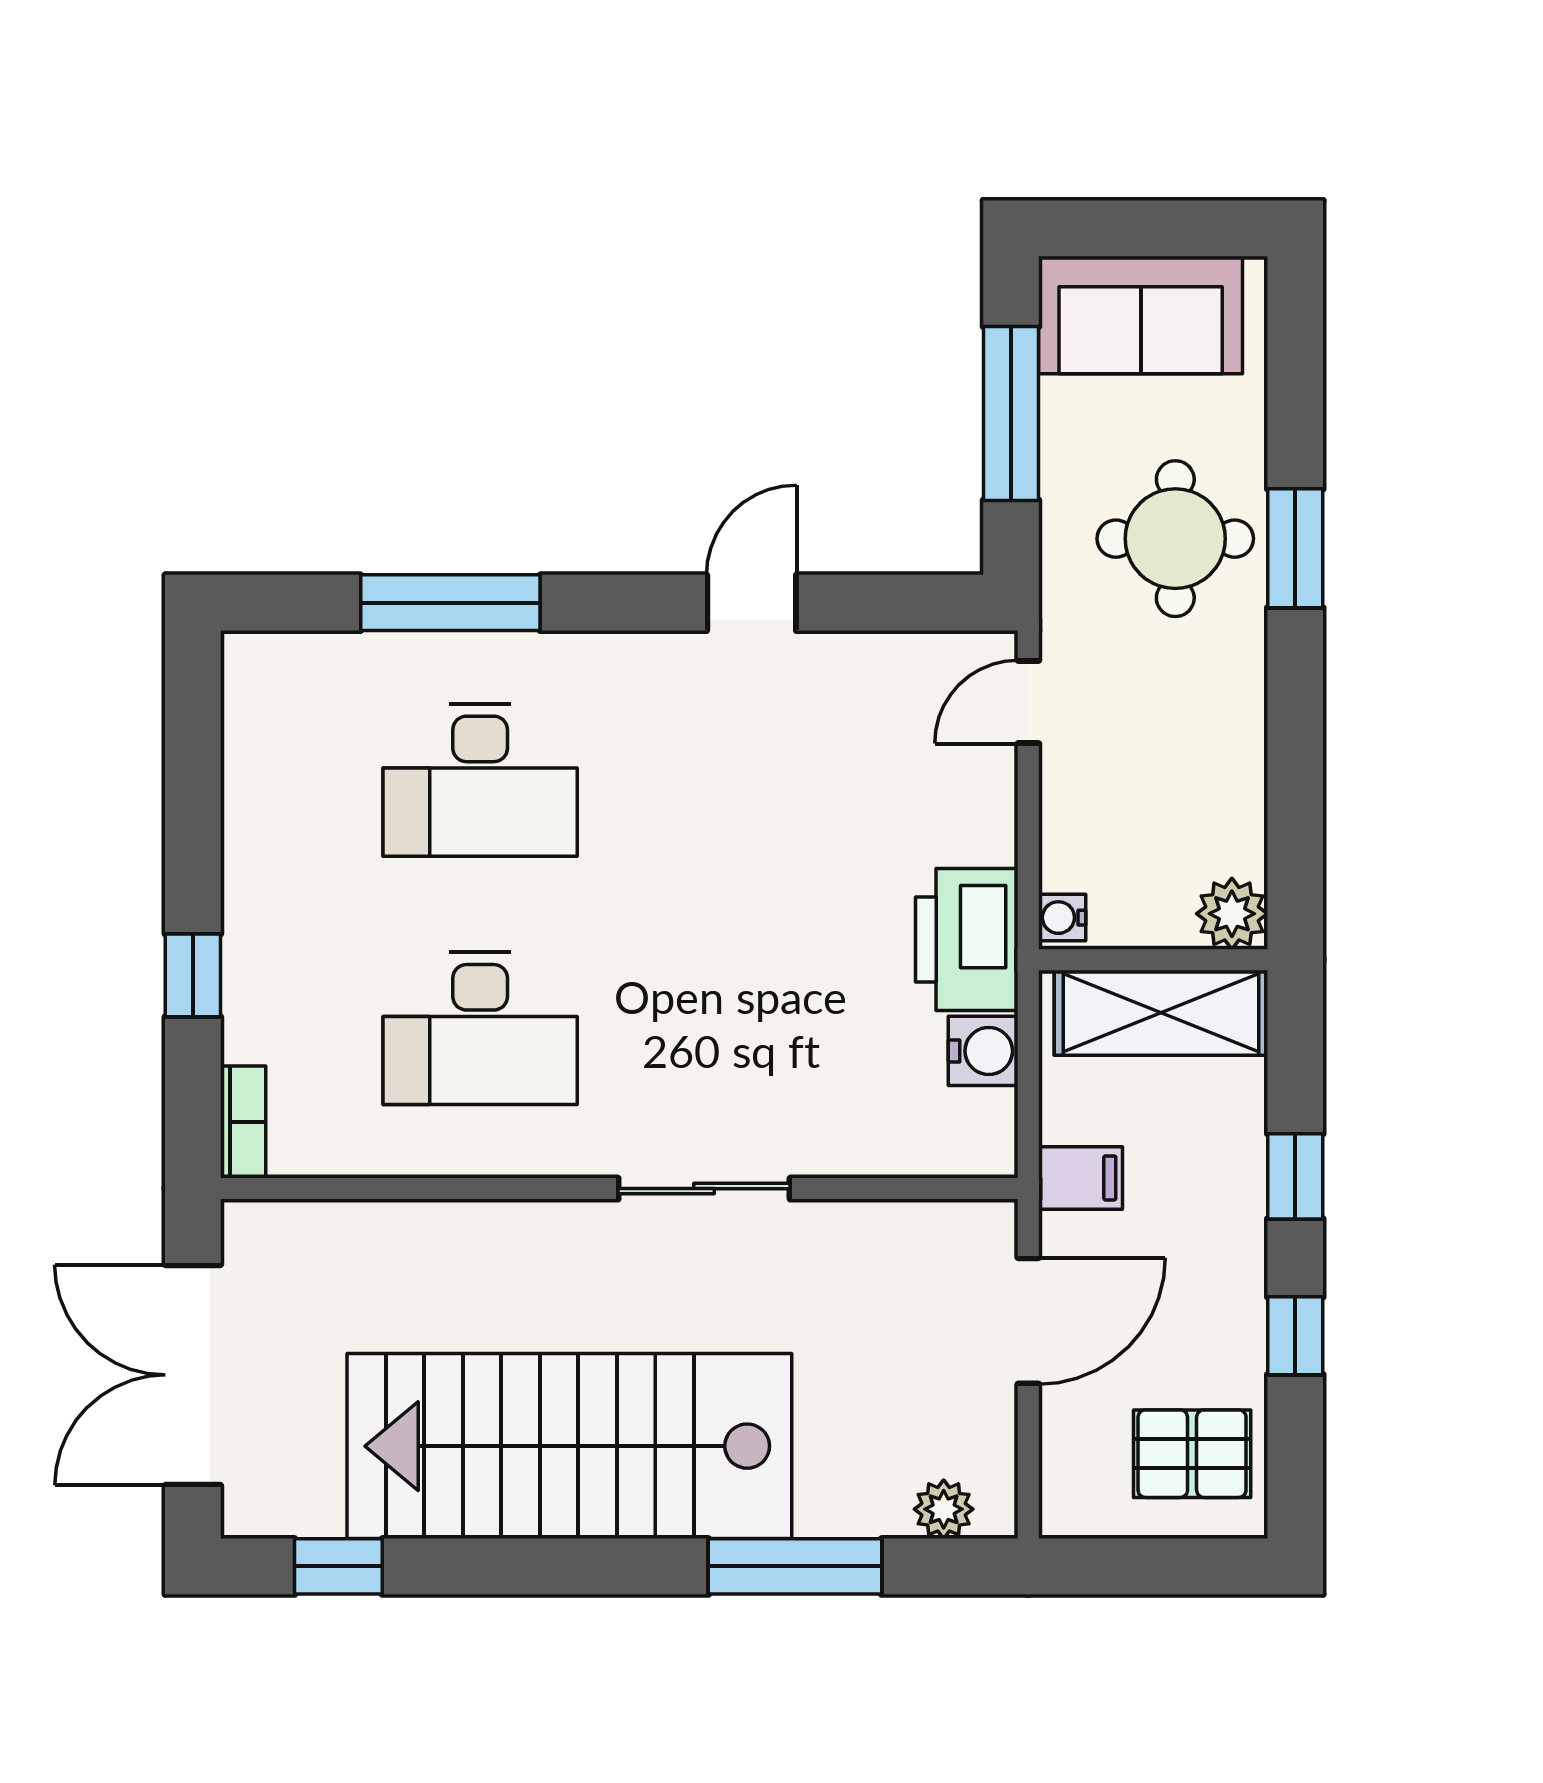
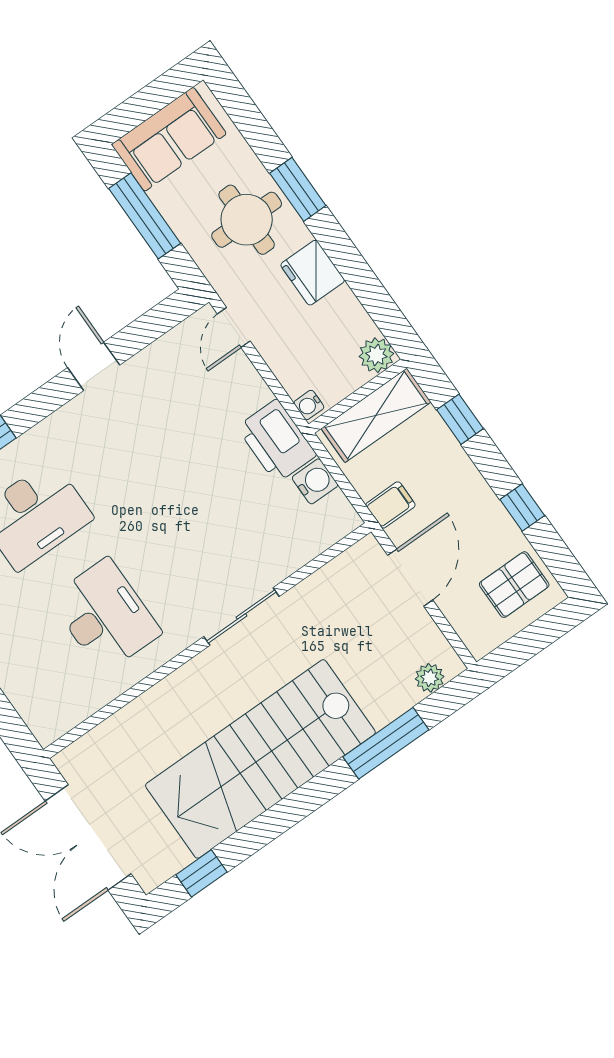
fridge: (1223, 703) -> (313, 273), added
desk: (480, 1028) -> (105, 616), turned -90
bookcase: (243, 1122) -> (36, 721), removed
window: (1295, 1176) -> (460, 419), moved

